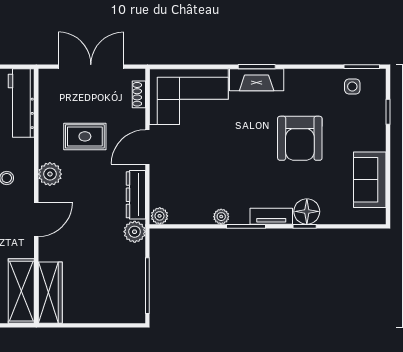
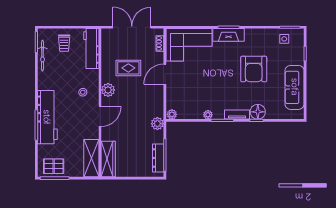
sofa: (370, 180) -> (295, 87), width x1.36
dresser: (136, 195) -> (158, 158), moved

